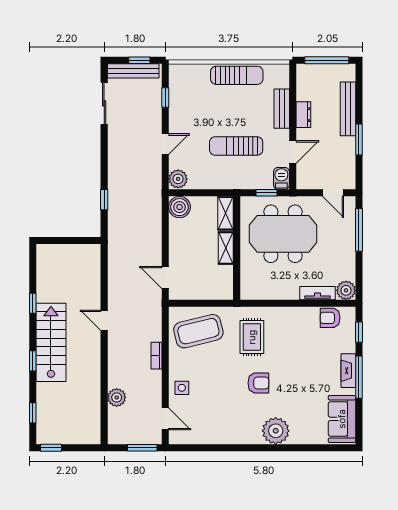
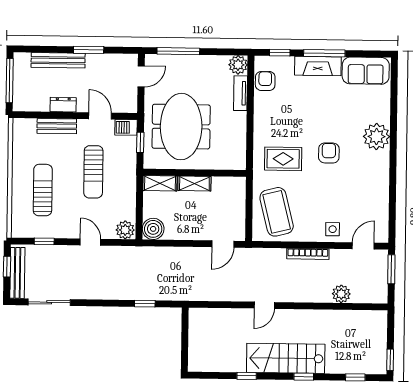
sun lounger: (237, 75) -> (43, 190), moved
armchair: (330, 318) -> (265, 81), turned 180
bookcase: (156, 356) -> (308, 254), width x1.56
fireplace: (348, 371) -> (318, 66), width x1.37, depth x1.32

